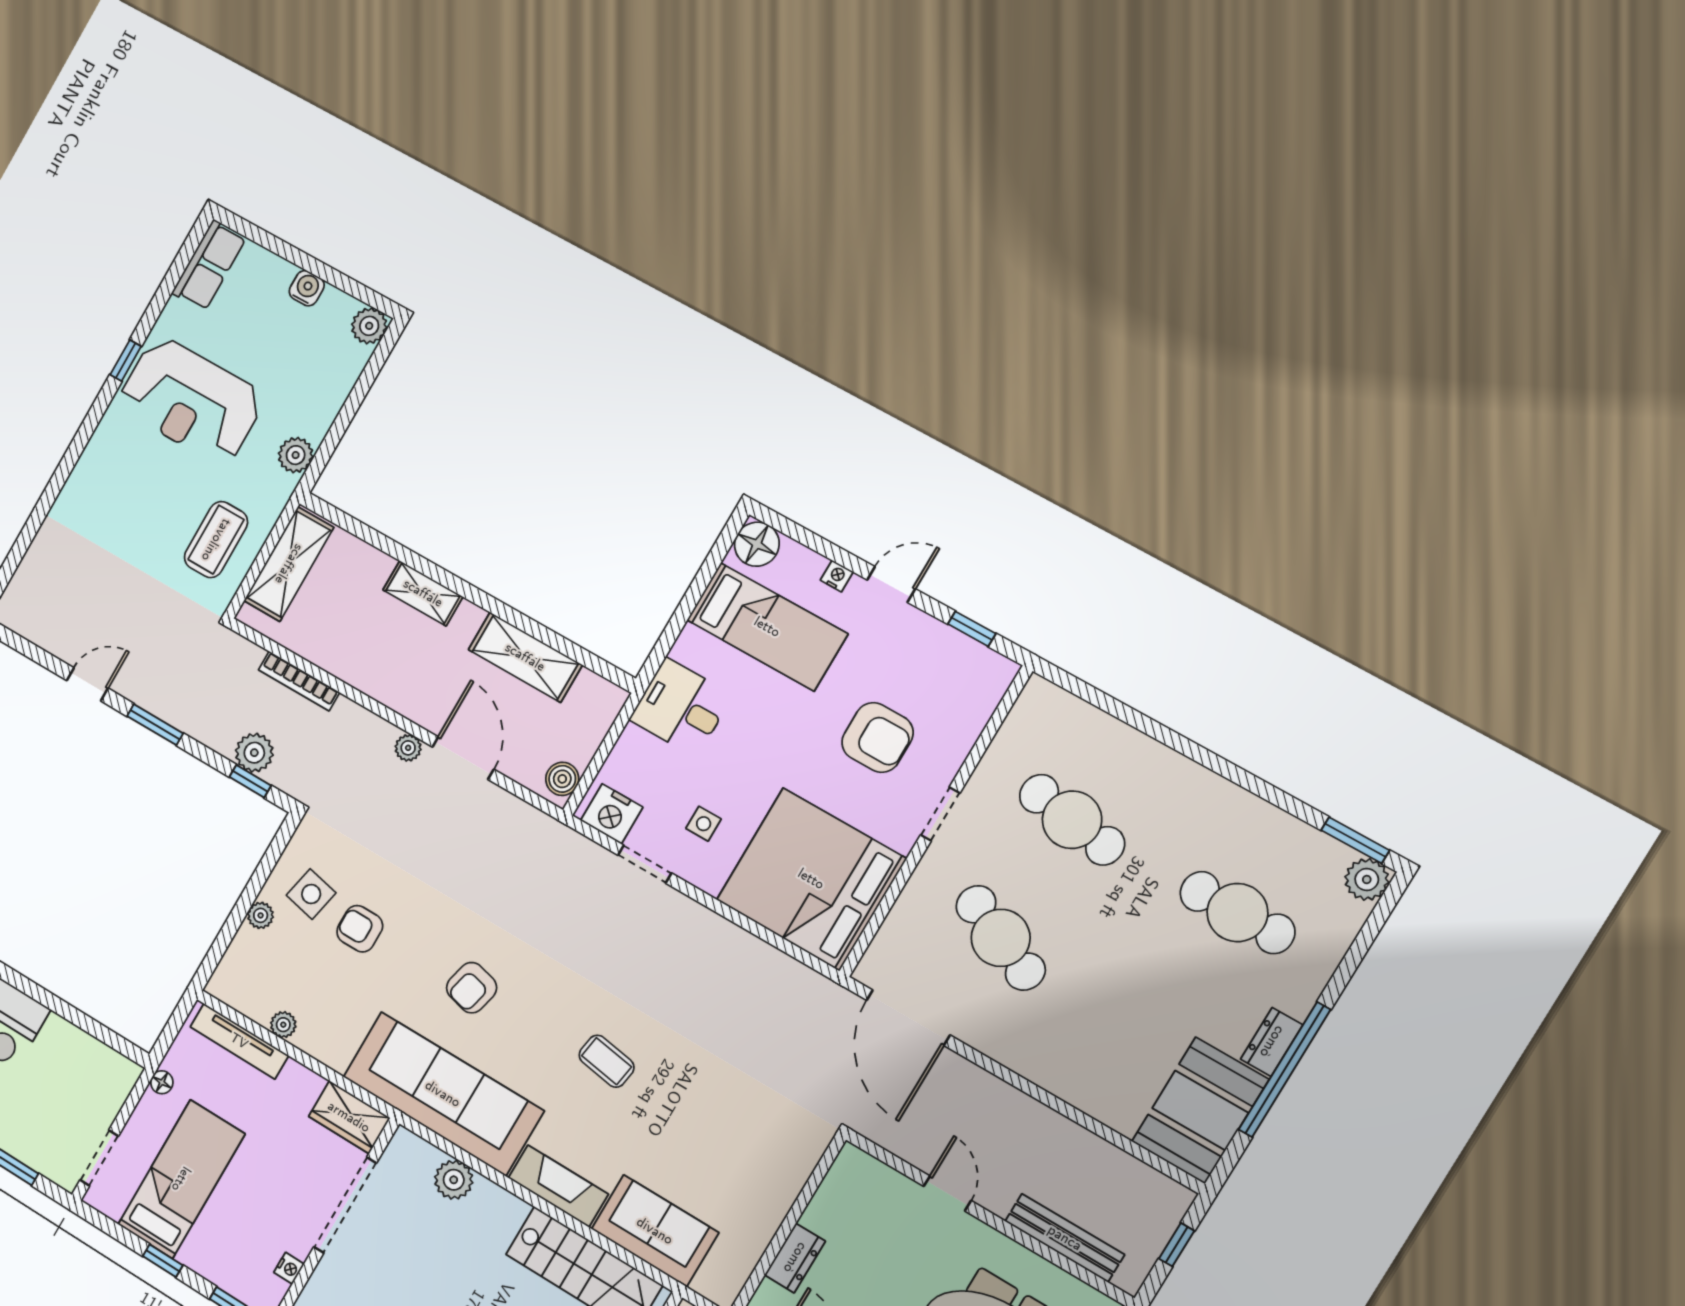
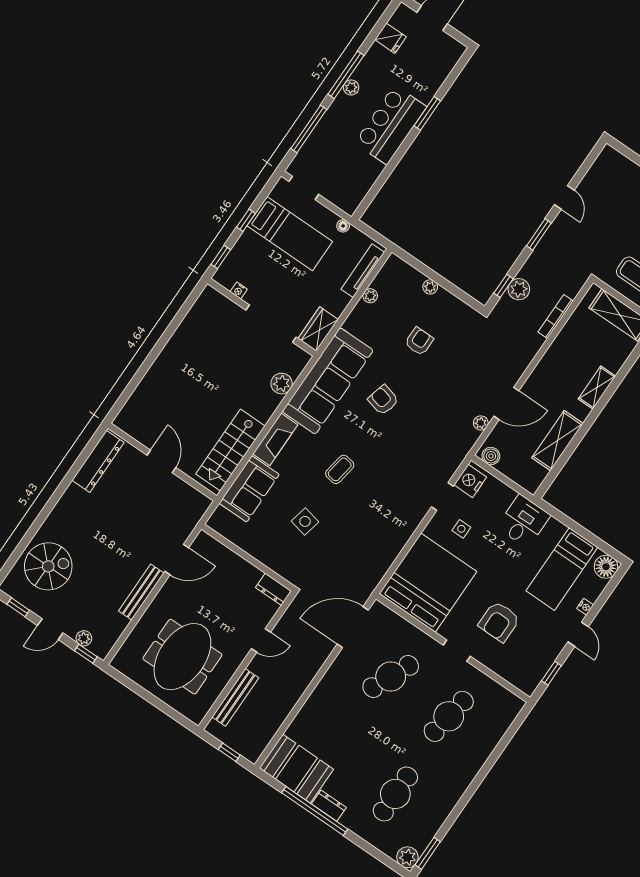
plant: (408, 748) -> (481, 423), moved
side table: (311, 894) -> (305, 521), moved
dresser: (795, 1258) -> (273, 589), moved

